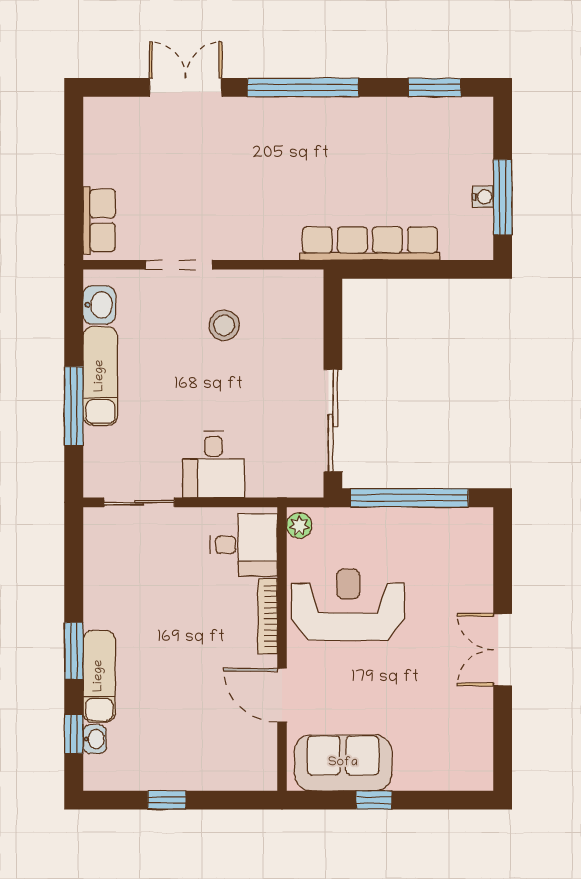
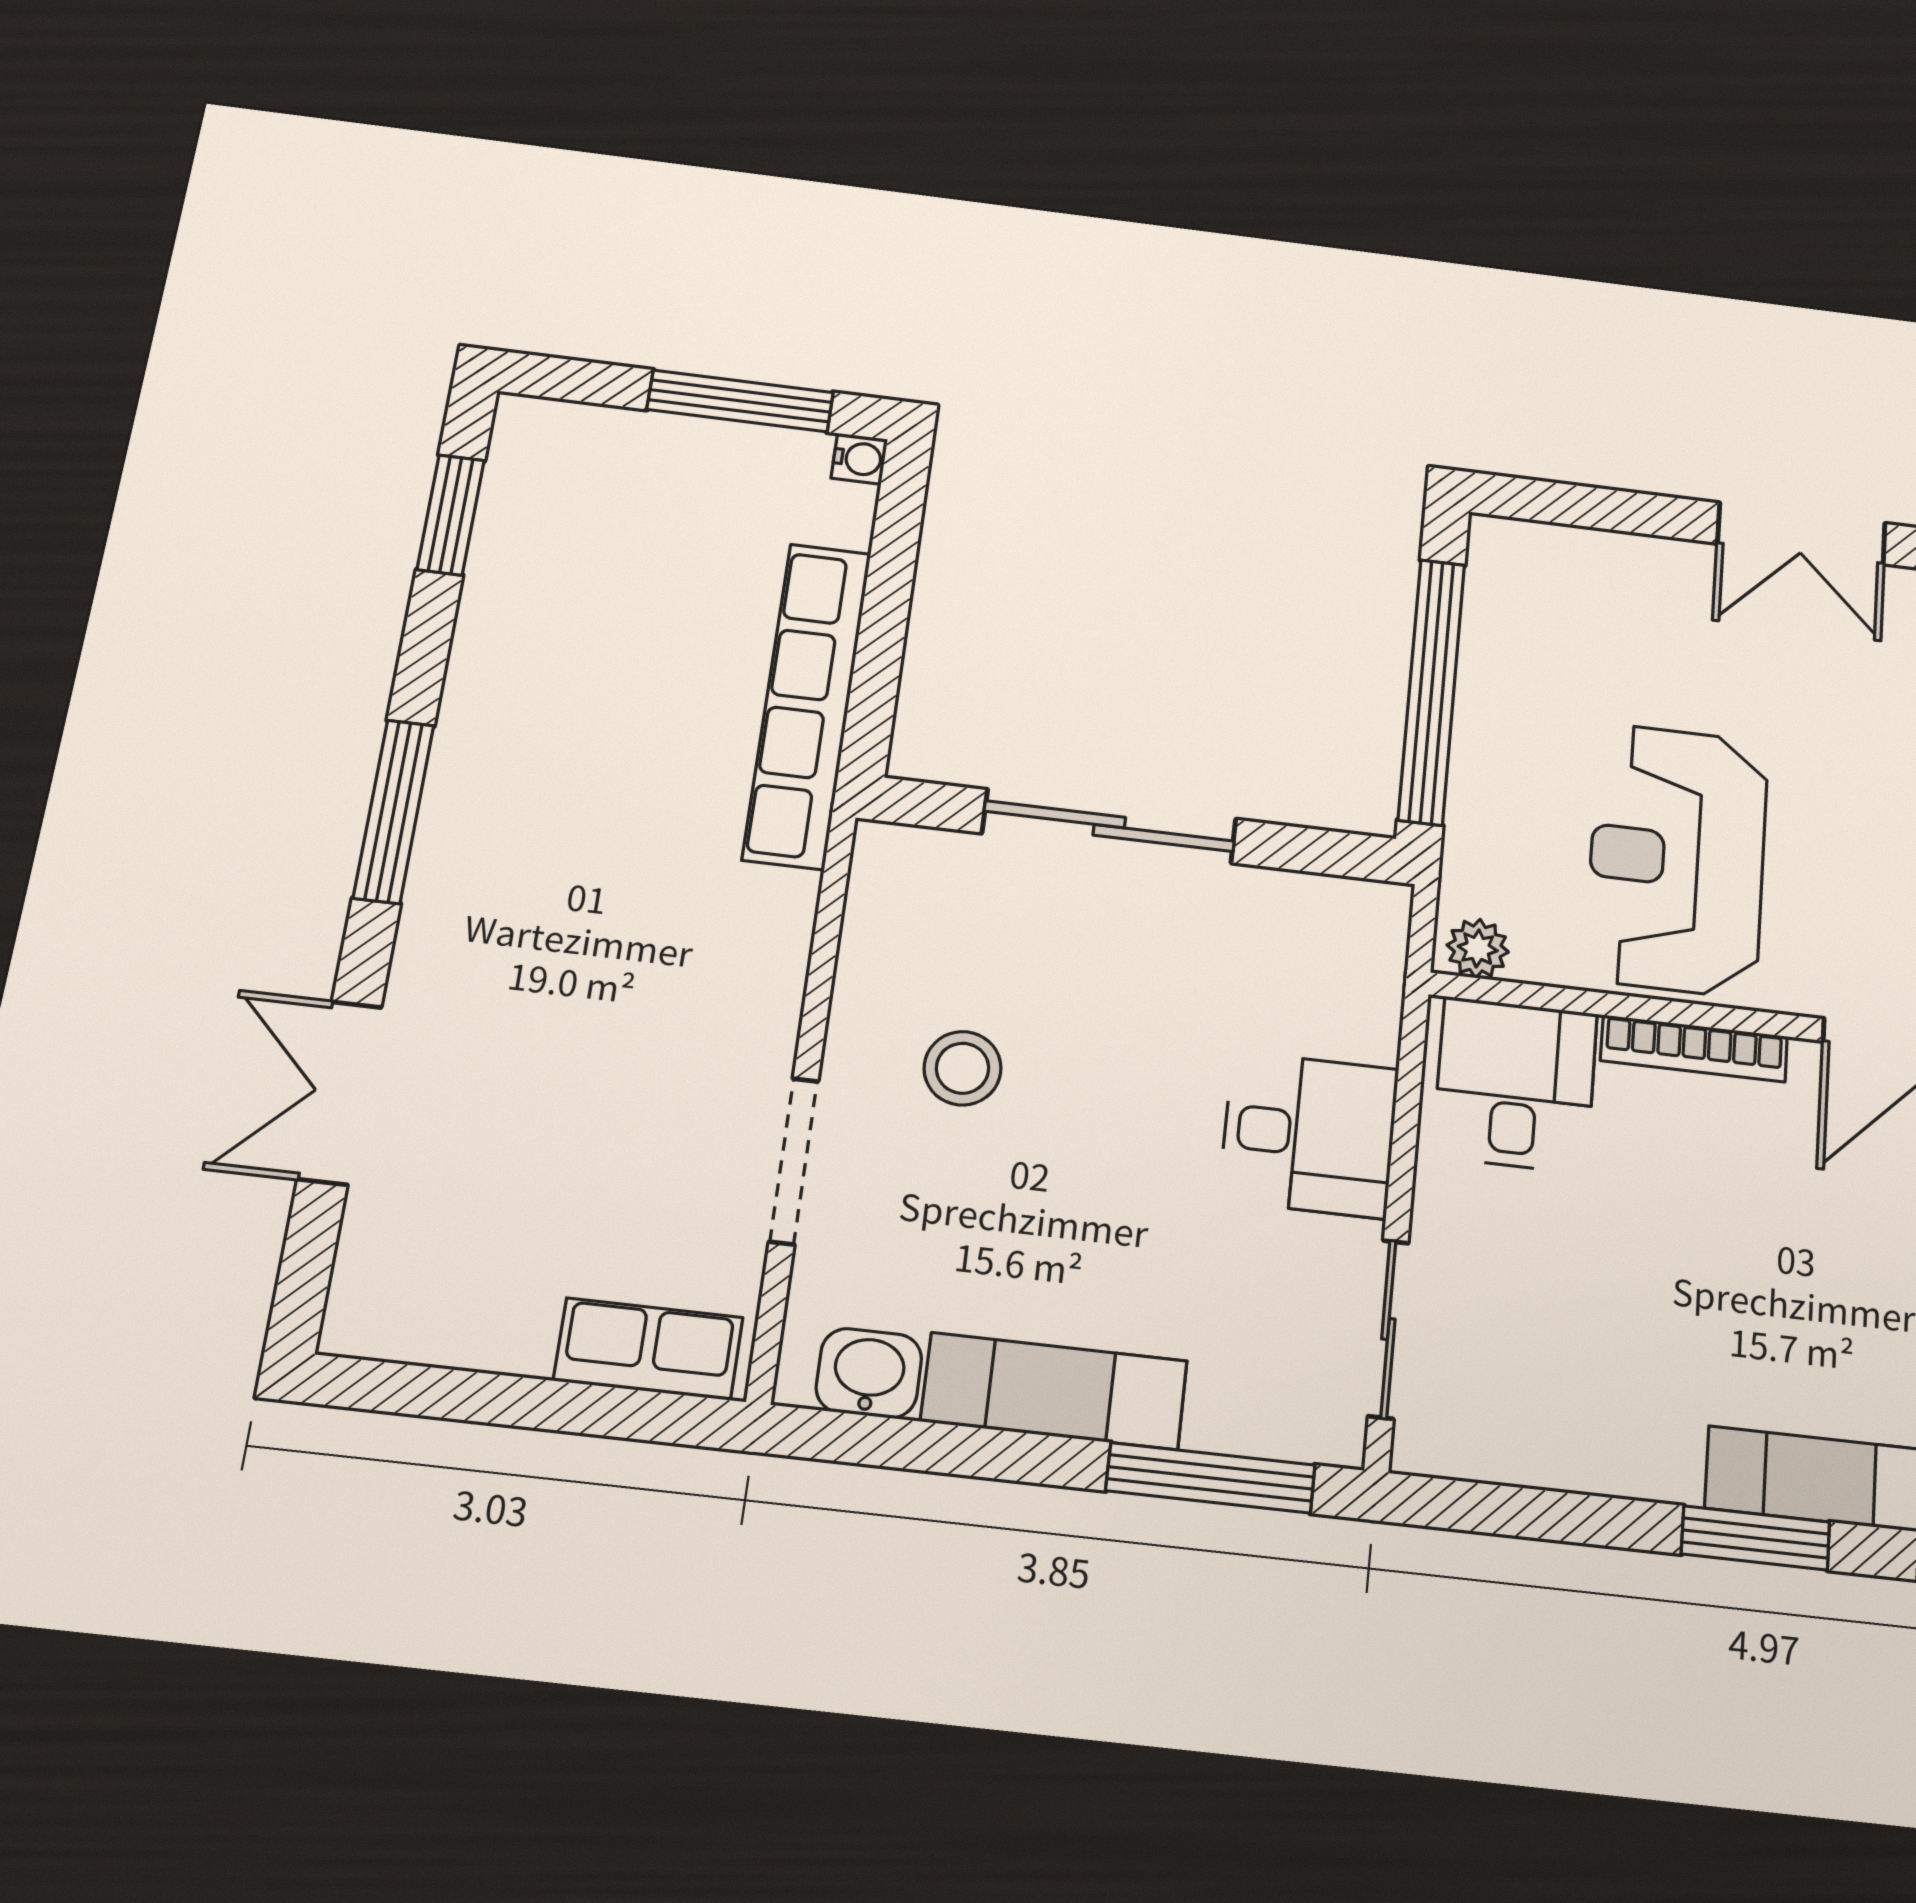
window: (303, 87) -> (394, 811), width x0.68
water cooler: (483, 197) -> (859, 459), moved, turned 90
window: (74, 406) -> (1211, 1478), moved
sliding door: (333, 421) -> (1109, 826), moved

